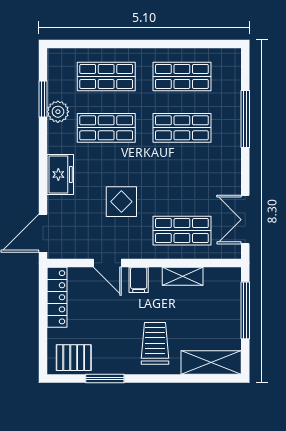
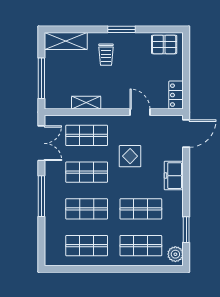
plant: (58, 112) -> (175, 254), moved
window: (245, 119) -> (41, 196), moved
shop shelf: (182, 179) -> (87, 172), added
filing cabinet: (139, 280) -> (118, 100), removed
locker: (57, 297) -> (176, 95), width x0.66
trolley: (155, 343) -> (106, 55), width x0.73, depth x0.72
window: (105, 379) -> (122, 29), moved

